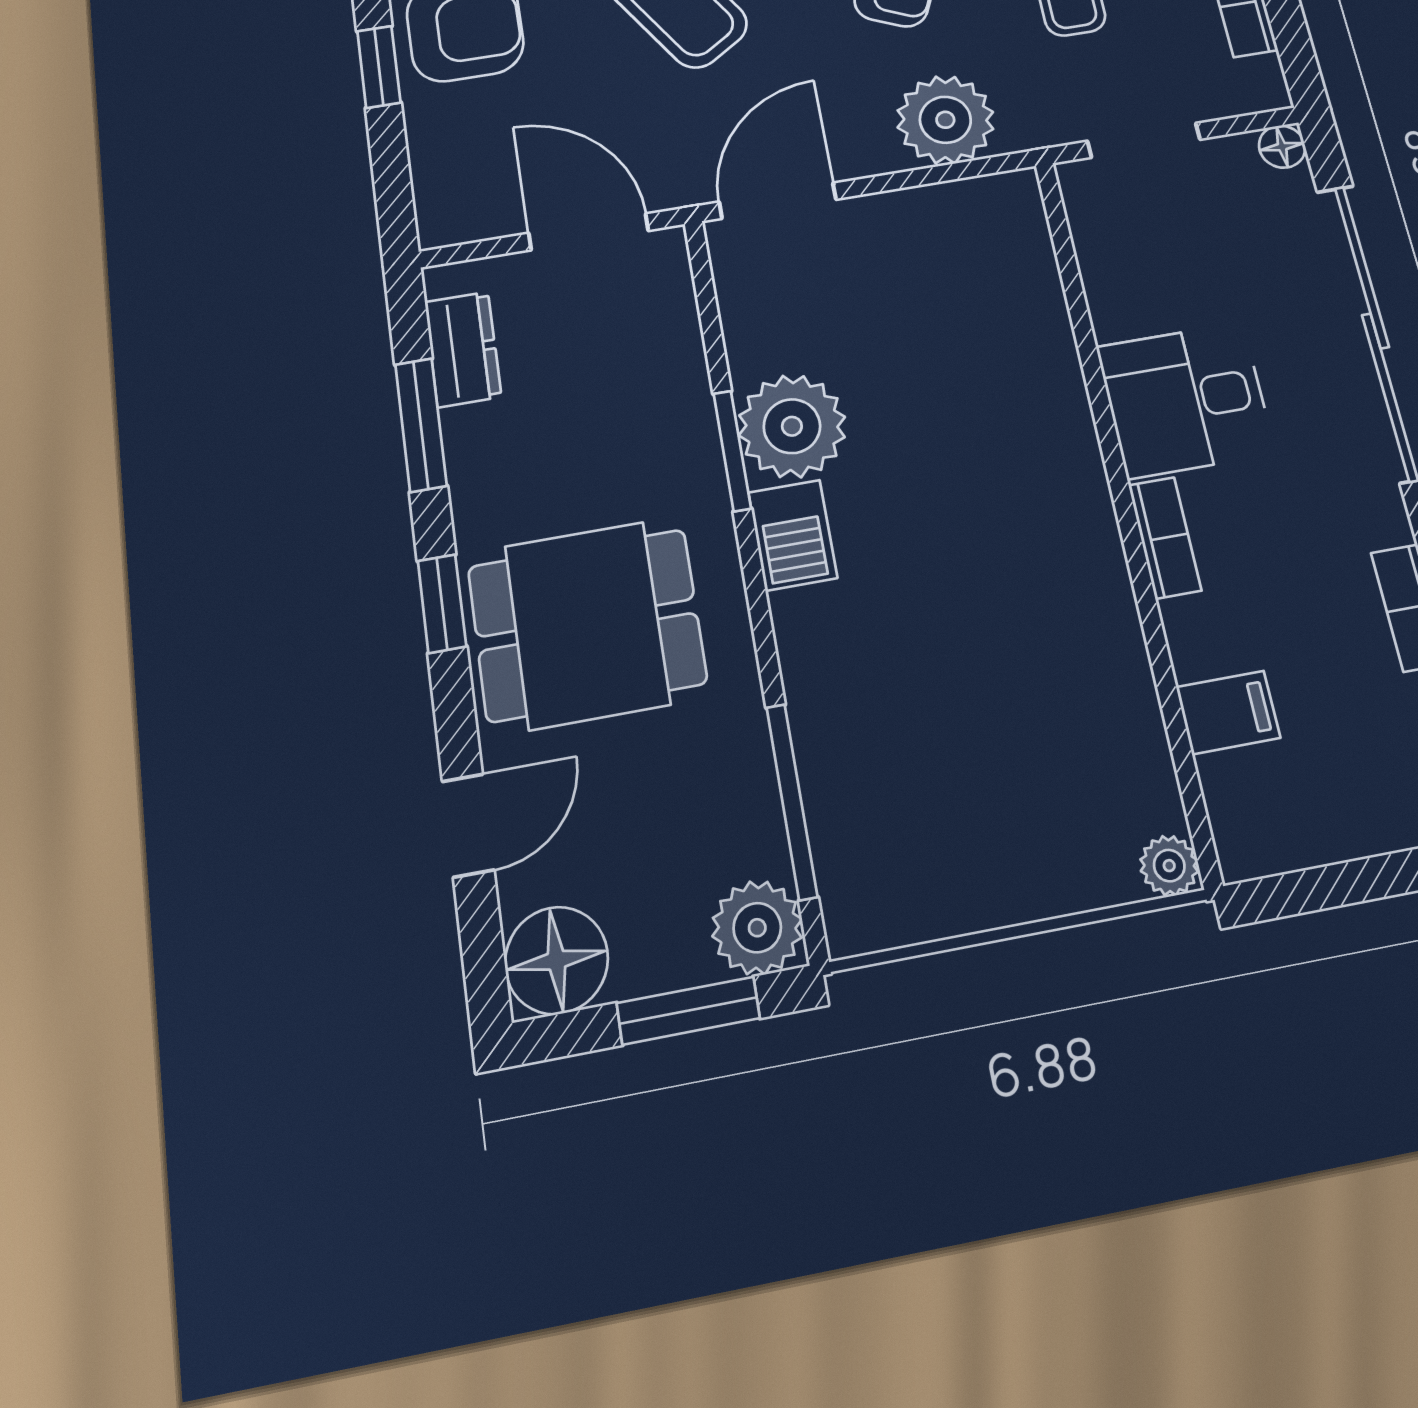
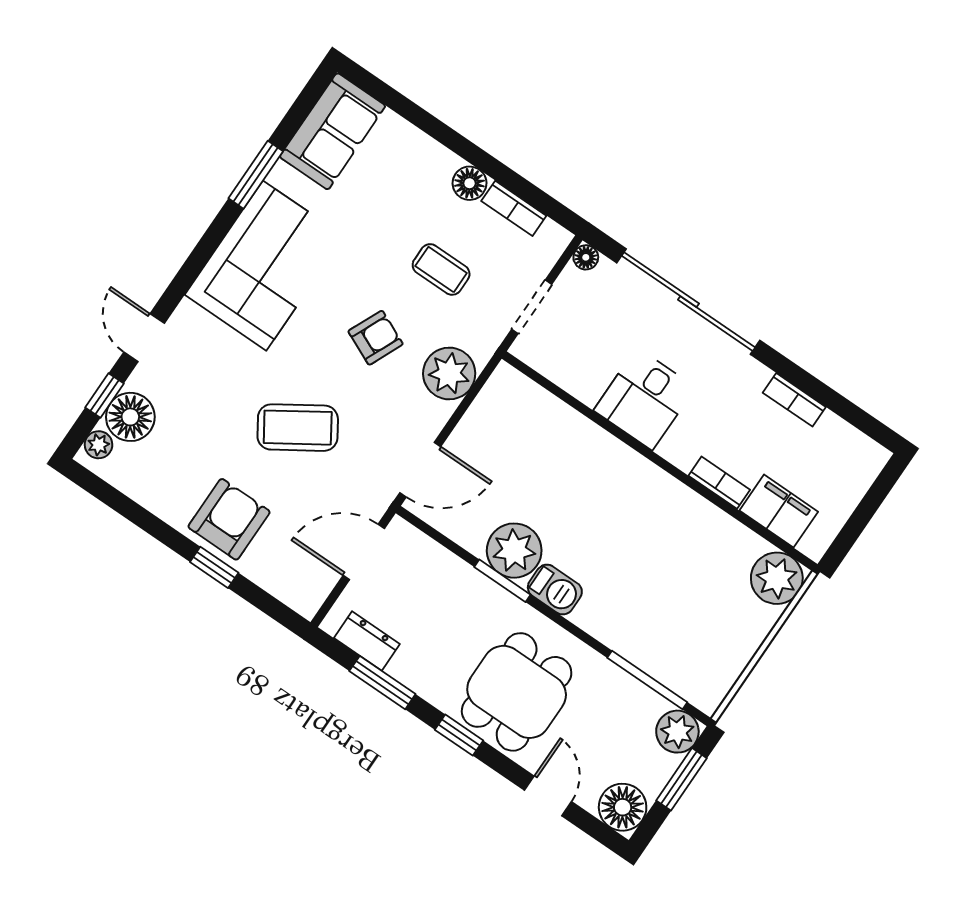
door: (778, 201) -> (420, 470), swing flipped
bookcase: (1165, 538) -> (719, 483), moved
filing cabinet: (1228, 712) -> (779, 511), width x2.00
plant: (1169, 866) -> (777, 578), width x1.88, depth x1.88

